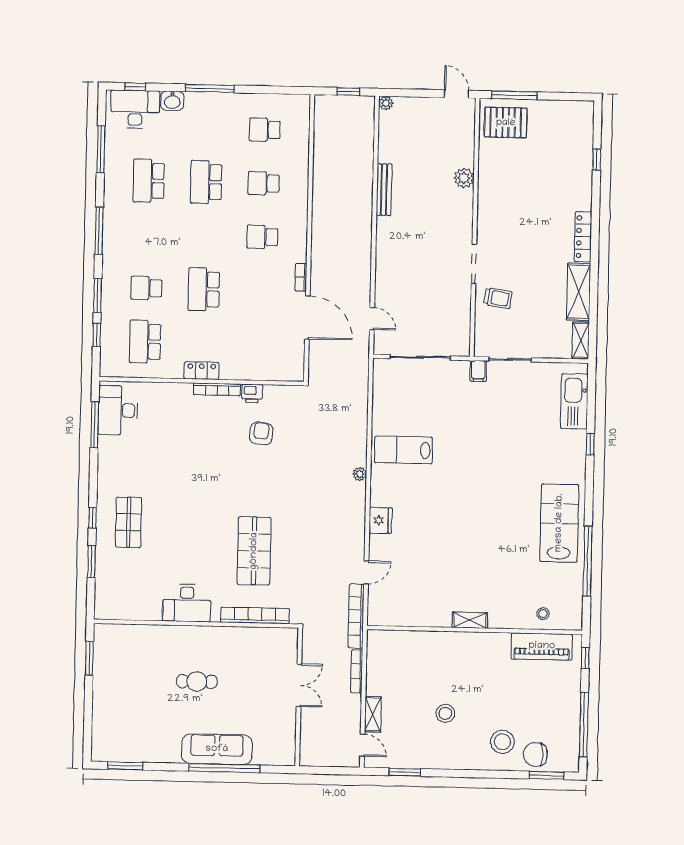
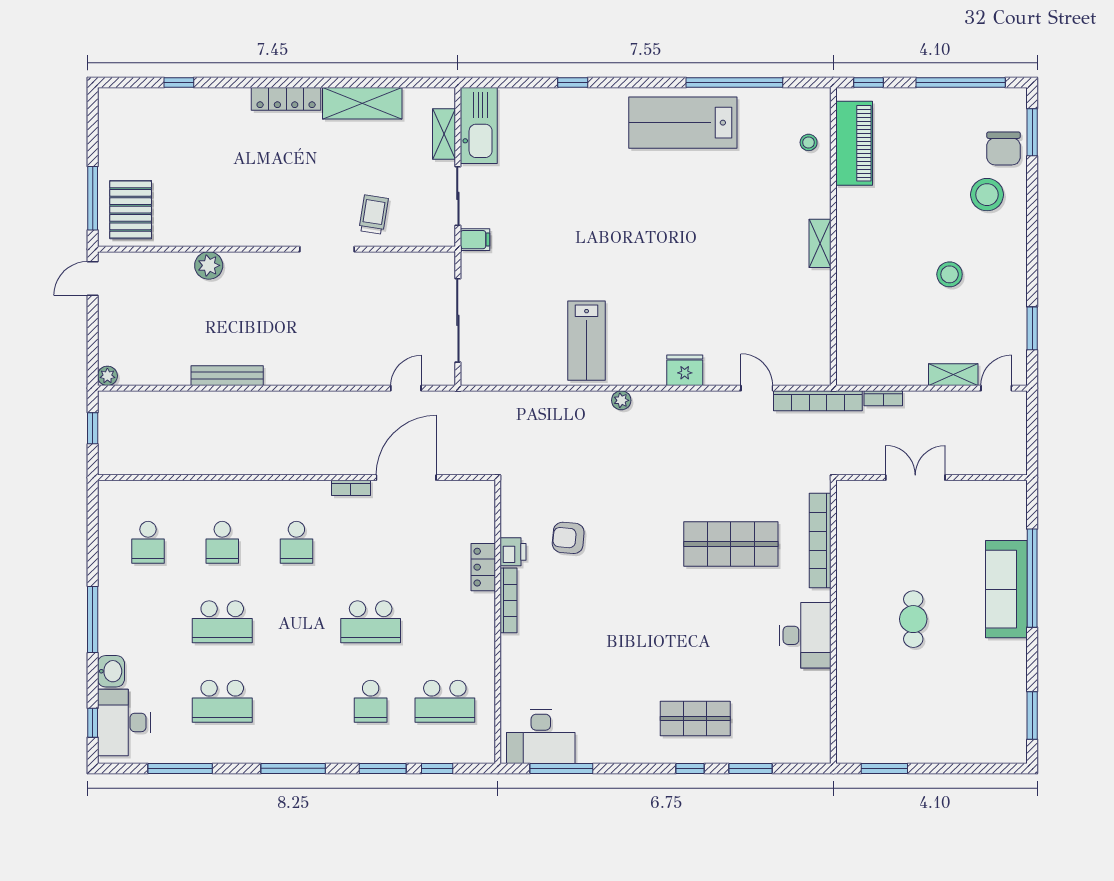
shelving: (581, 340) -> (444, 134), moved, turned 90
locker: (202, 371) -> (483, 567), moved
kitchen sink: (574, 401) -> (479, 126), moved, turned -90
bookcase: (357, 671) -> (883, 398), width x0.64

